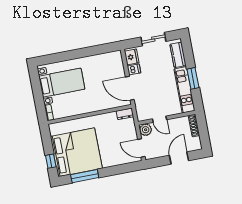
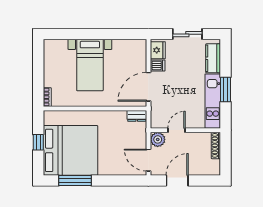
bed with nightstands: (62, 83) -> (90, 65), moved, turned 90
door: (130, 88) -> (148, 87), hinge flipped
door: (159, 119) -> (177, 130), swing flipped
door: (179, 158) -> (177, 180), moved
window: (51, 161) -> (38, 142), moved

